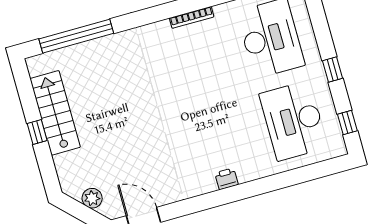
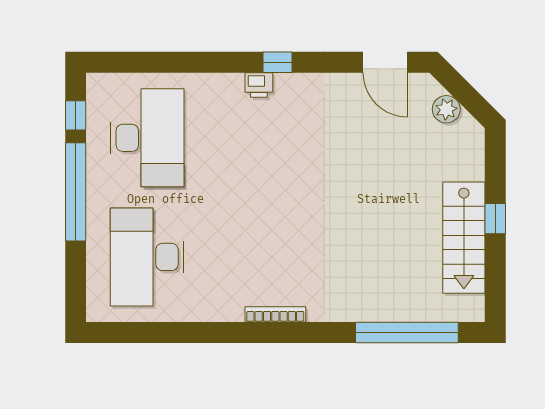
bookcase: (192, 17) -> (275, 314), moved
window: (333, 69) -> (76, 192), width x3.17
window: (218, 198) -> (277, 62), added

